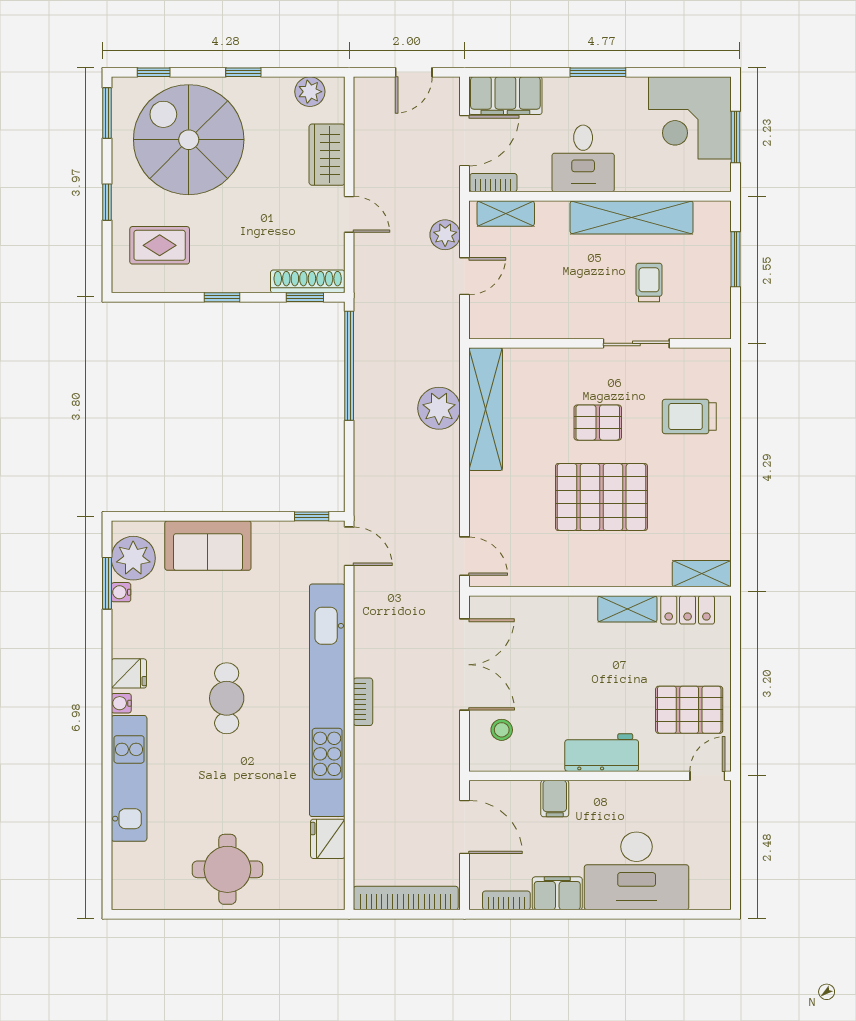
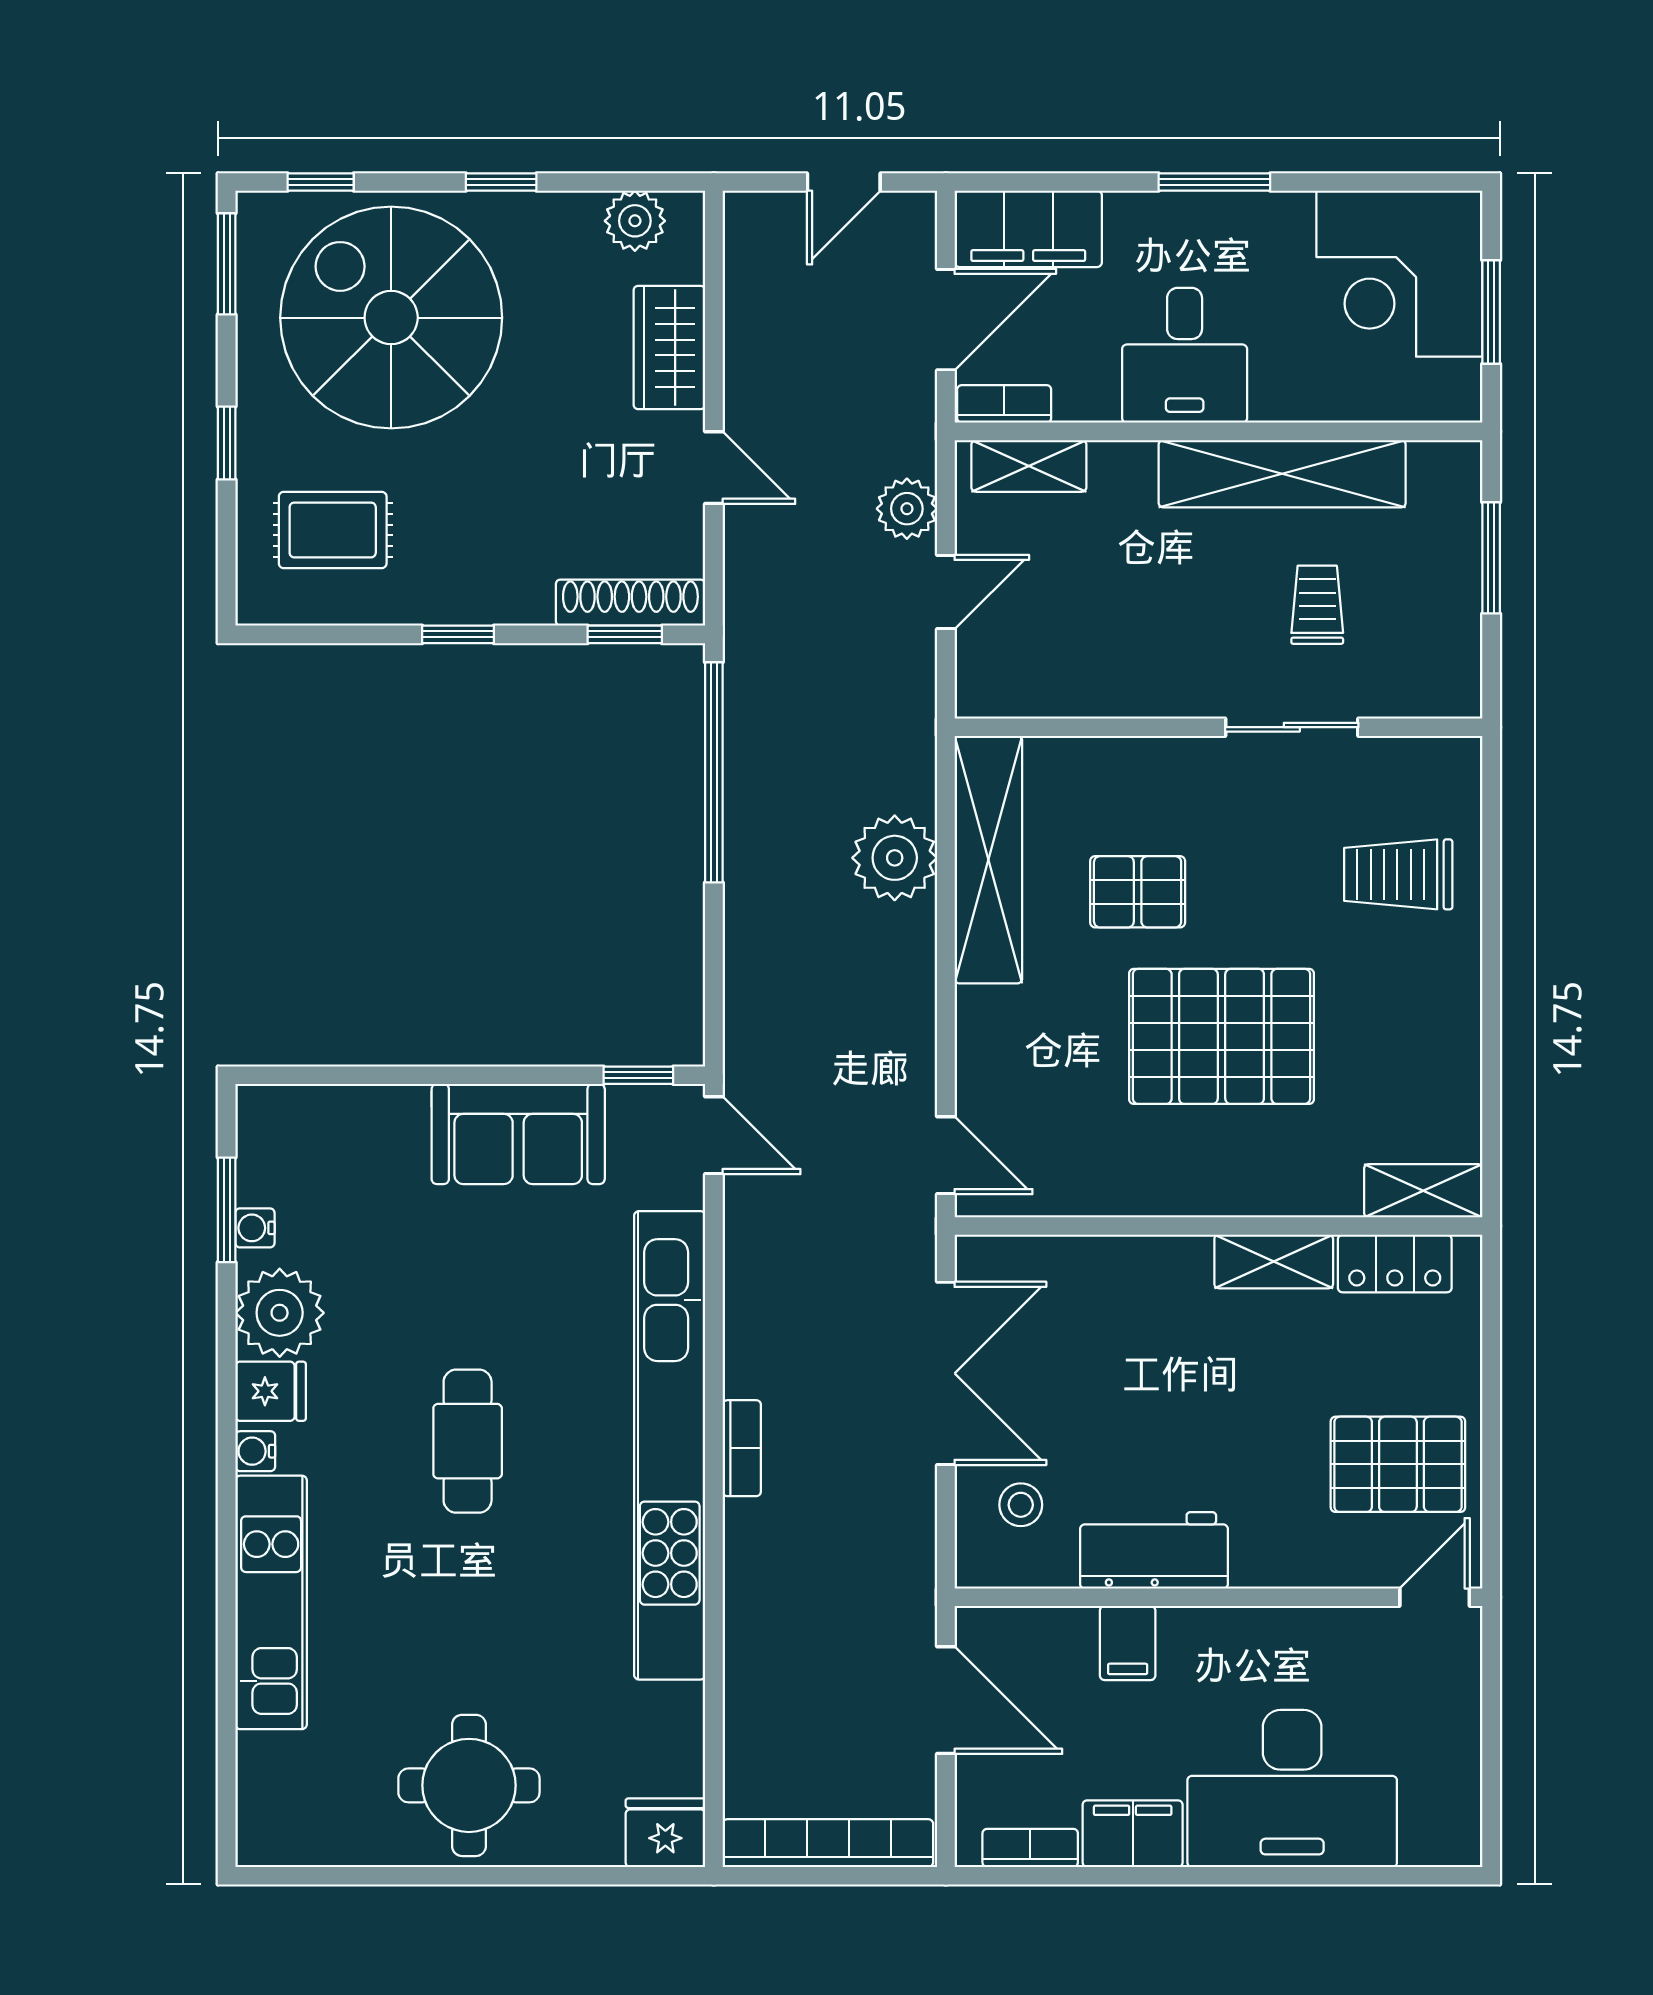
pallet: (598, 423) -> (1138, 892), moved
sofa: (208, 546) -> (518, 1134), moved
plant: (133, 558) -> (280, 1313), moved
workbench: (602, 753) -> (1154, 1550), moved
fridge: (328, 839) -> (665, 1833), moved, turned 90

